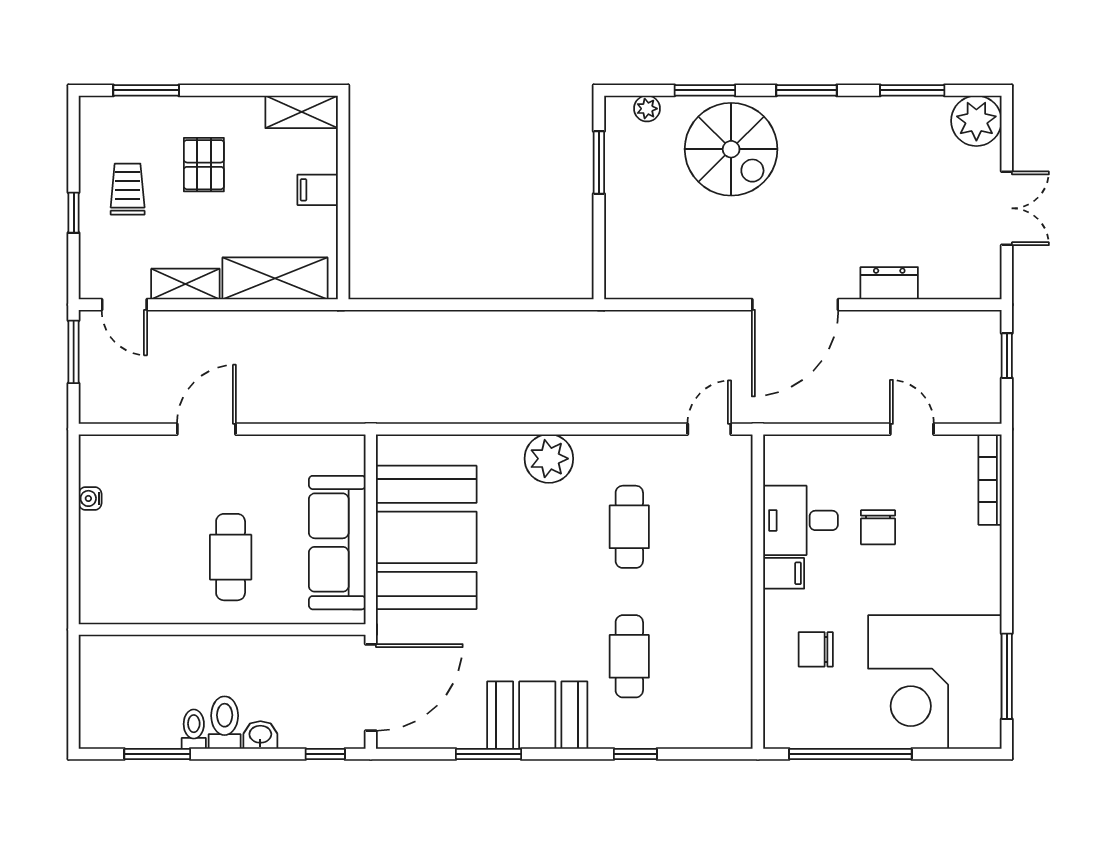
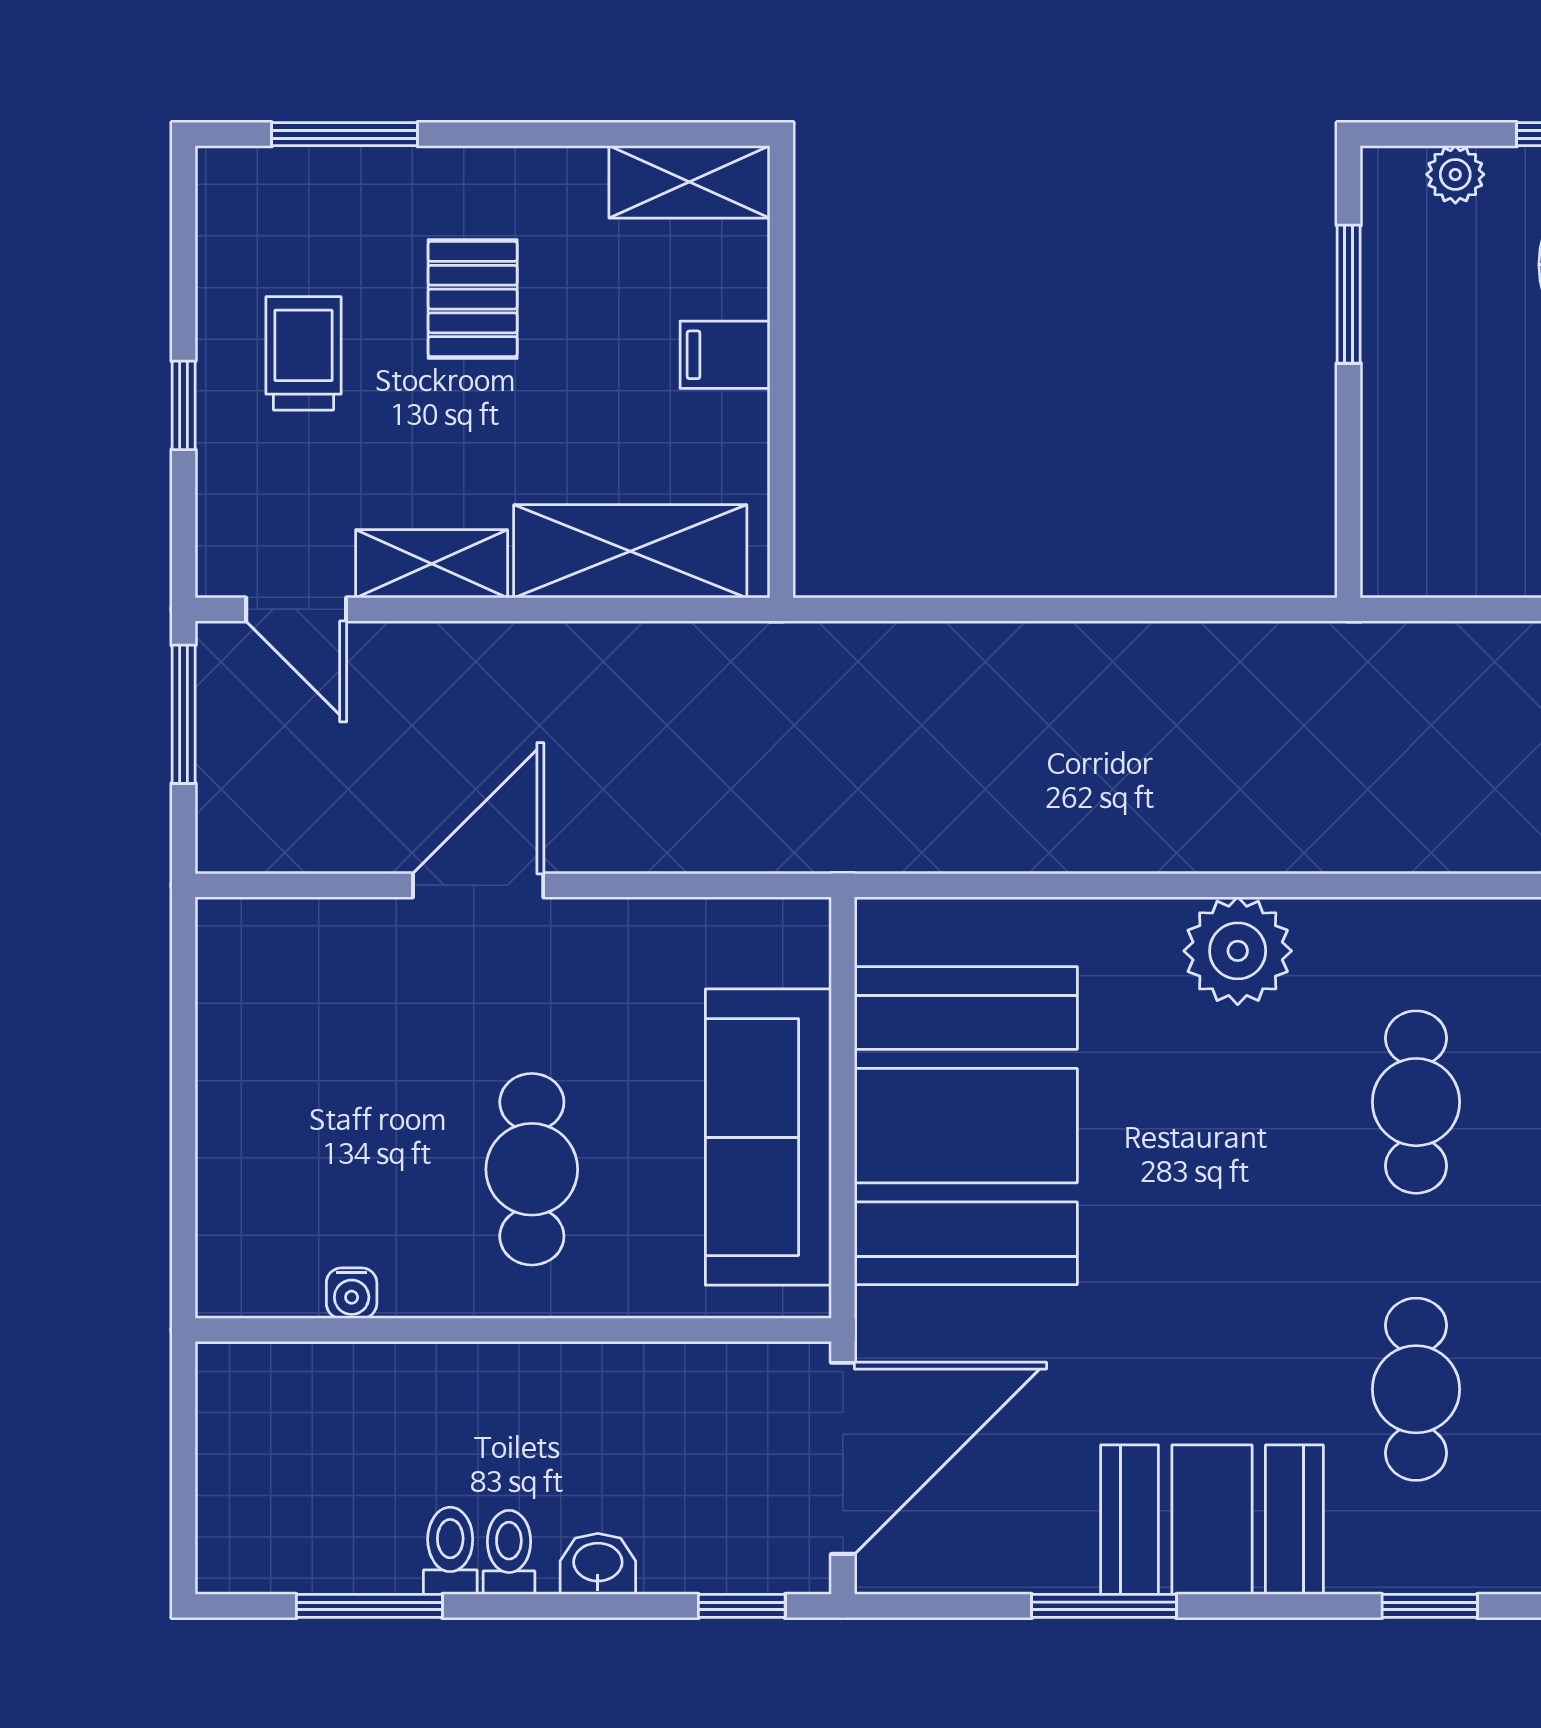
water cooler: (90, 498) -> (352, 1293), moved, turned -90
toilet: (225, 723) -> (509, 1552), width x0.73, depth x0.72

